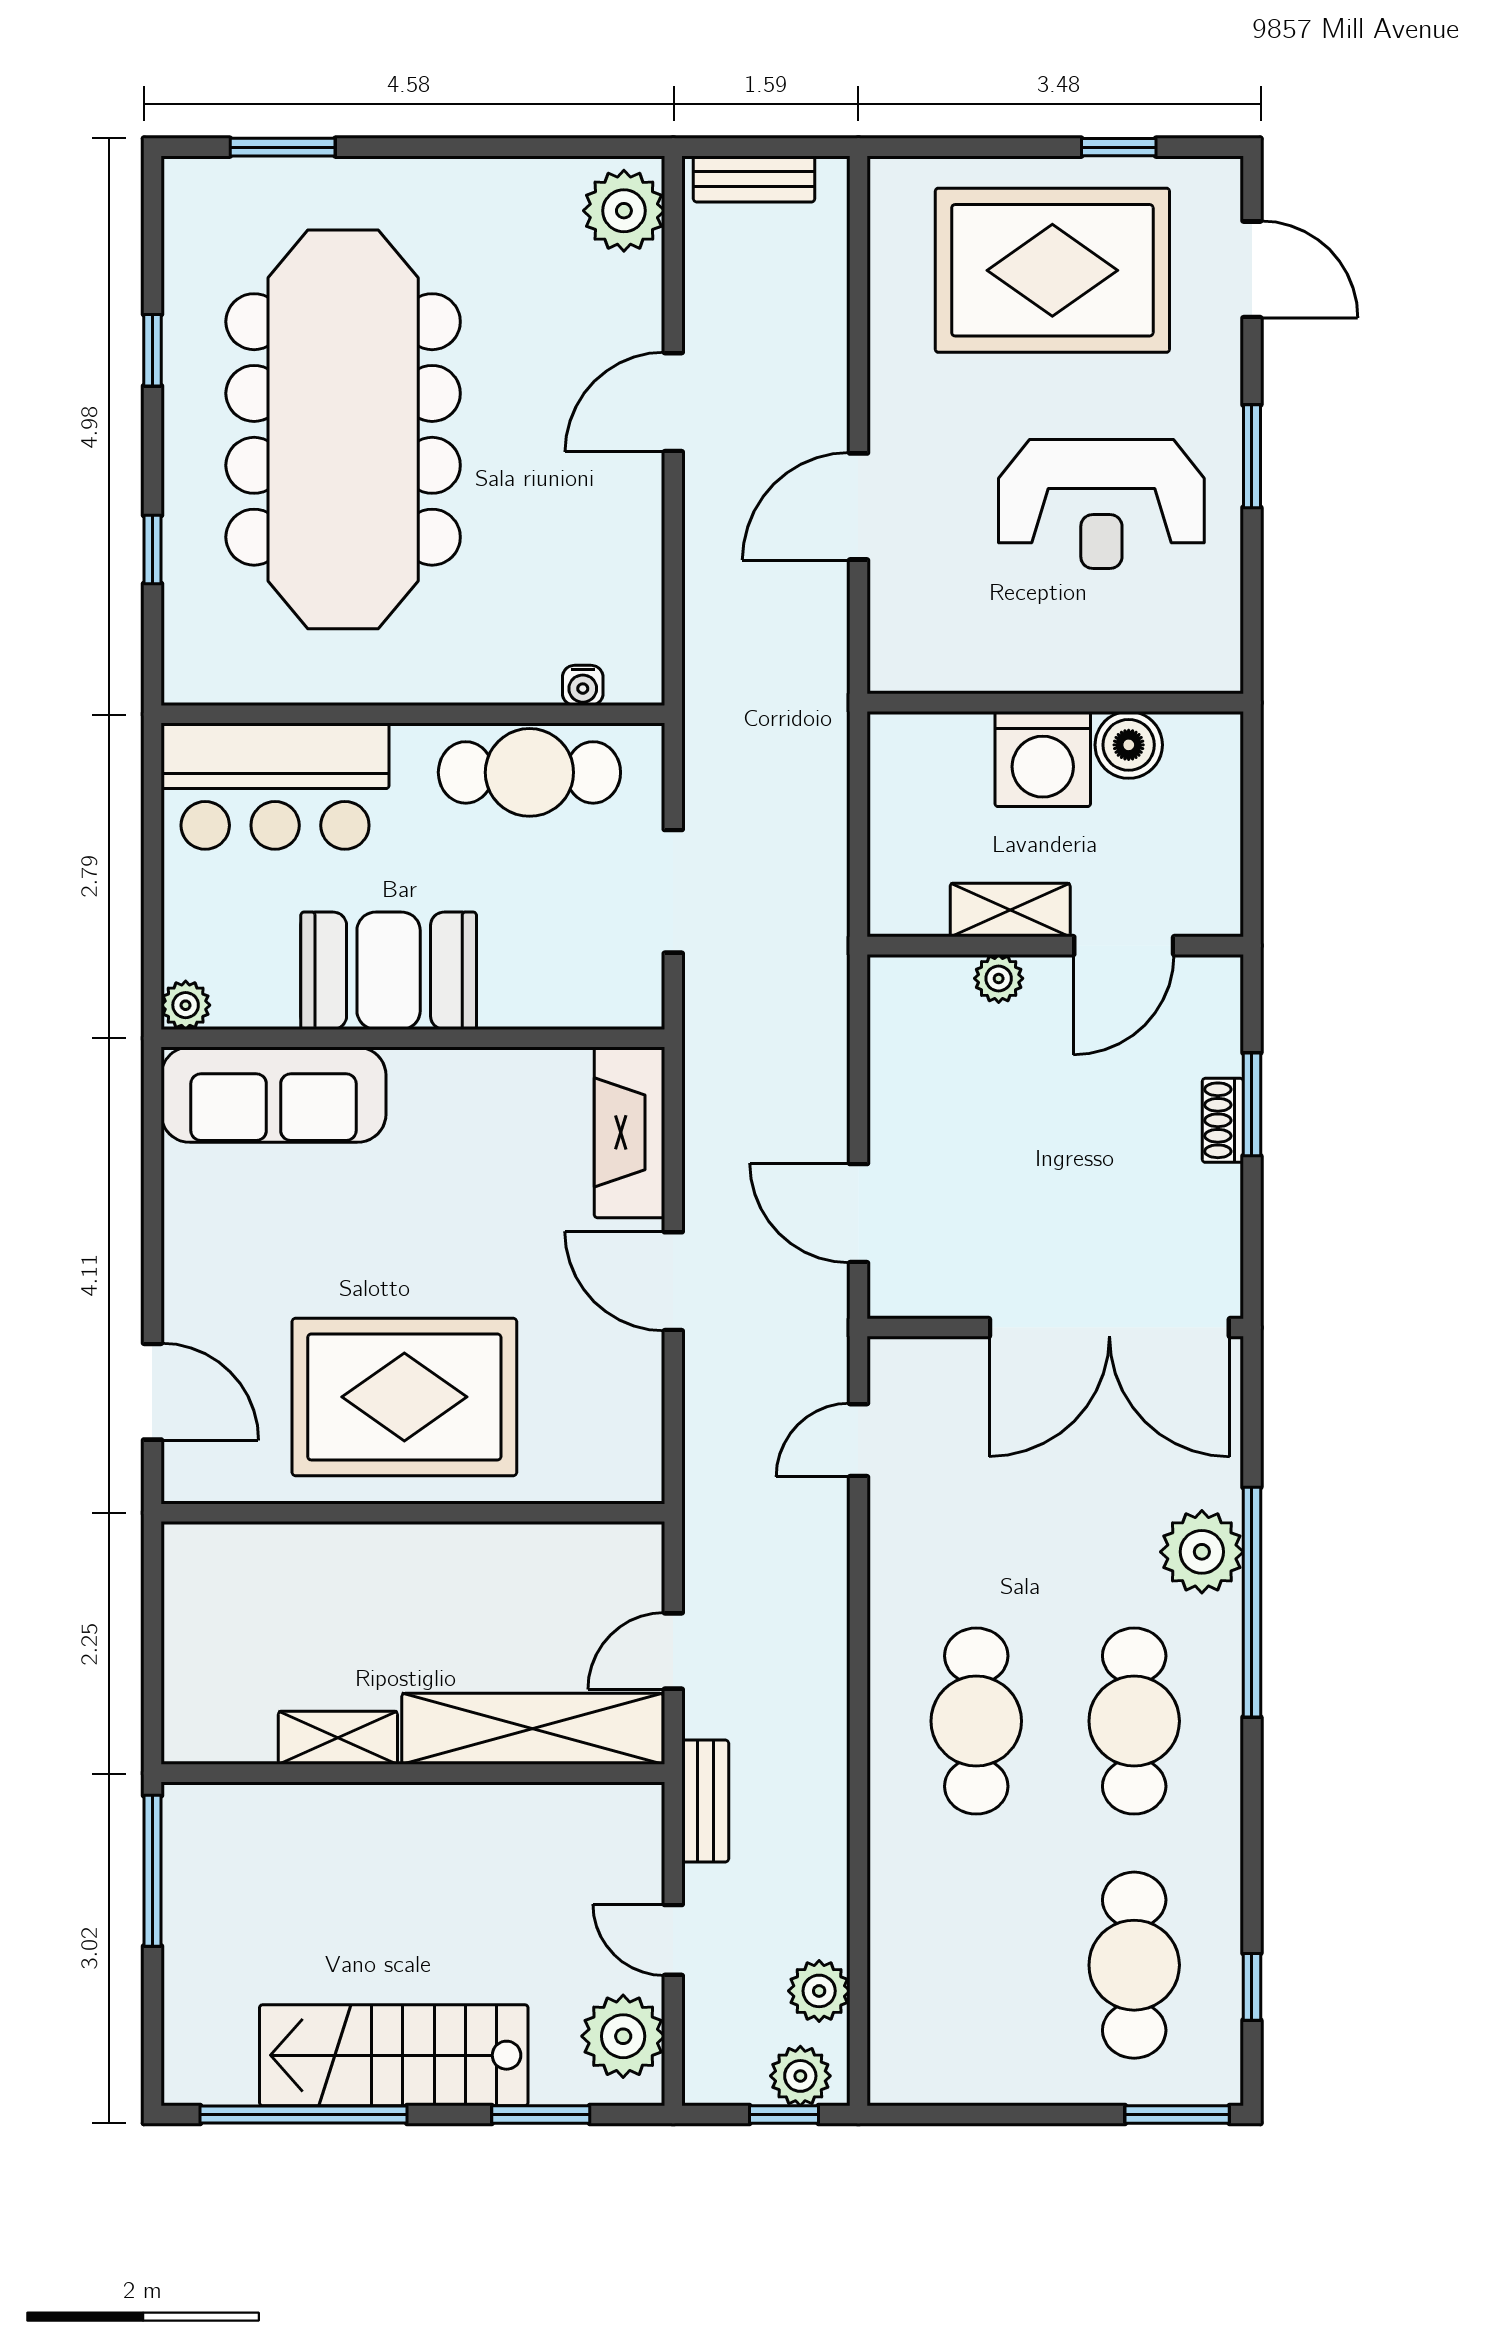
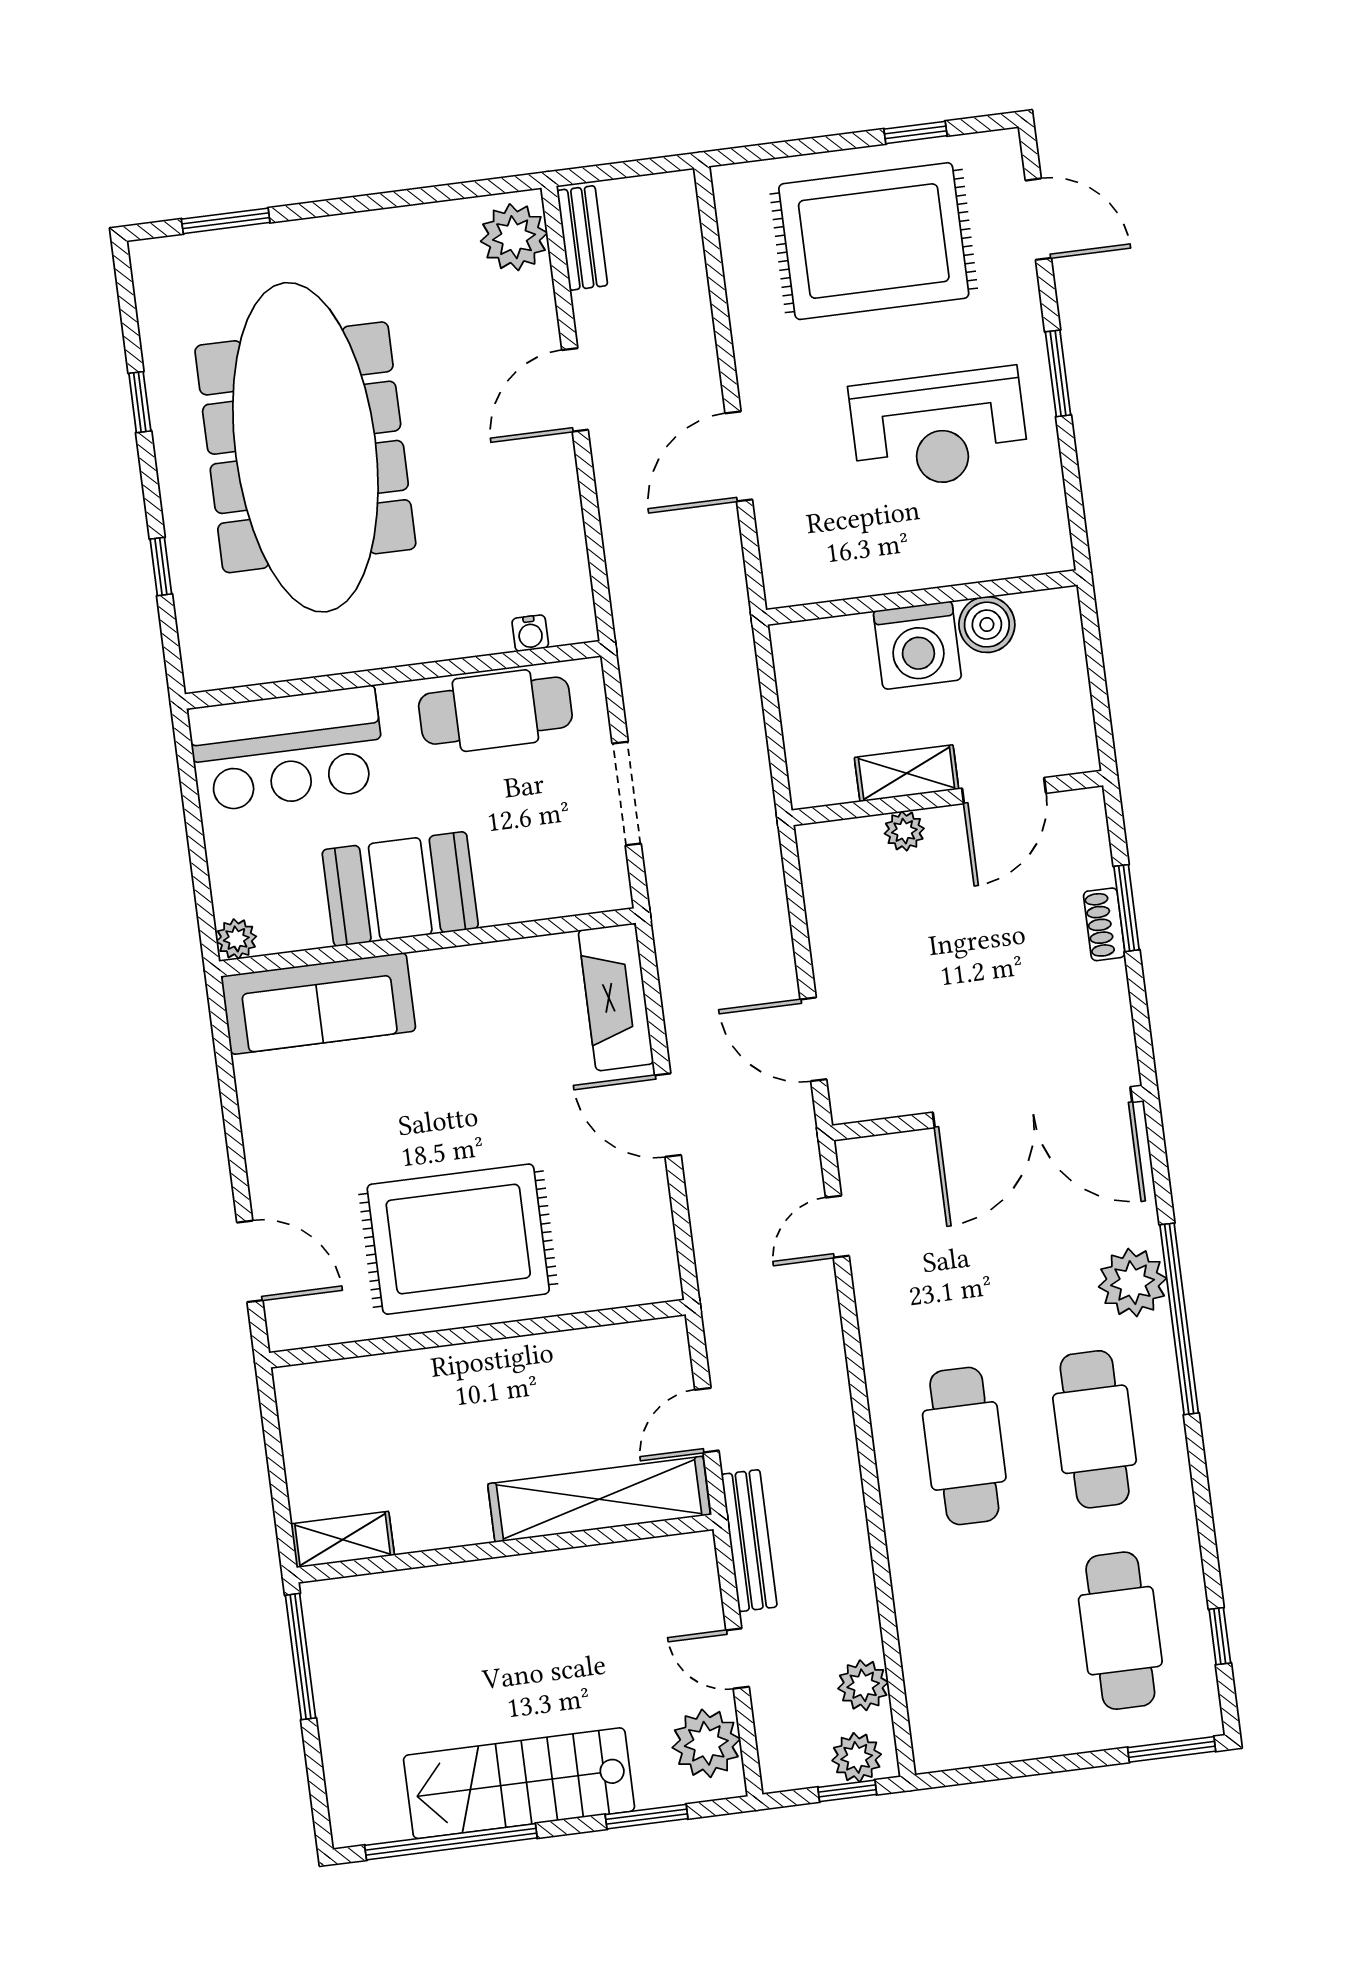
bench: (754, 179) -> (582, 238), moved, turned 90
shelving: (338, 1738) -> (343, 1540), moved
bench: (705, 1801) -> (749, 1541), width x1.36

